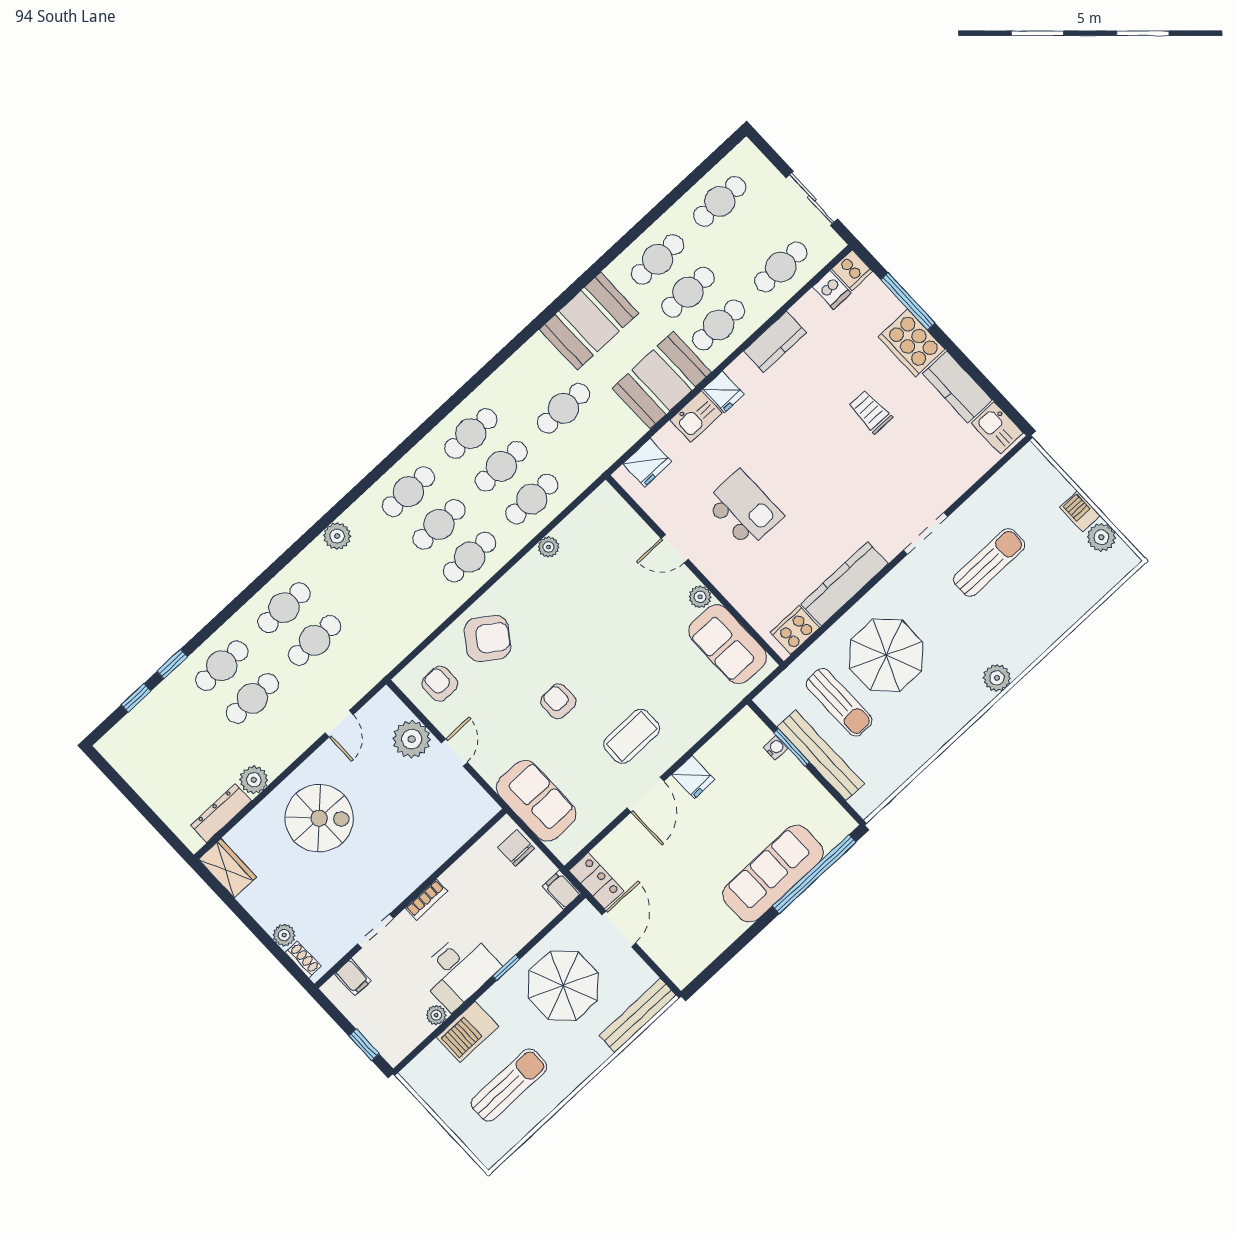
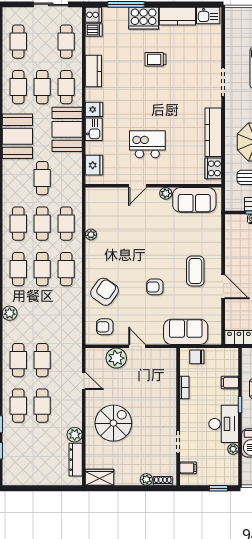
fridge: (693, 777) -> (234, 262), removed
filing cabinet: (562, 890) -> (230, 383), moved
bookcase: (426, 900) -> (184, 387), moved

